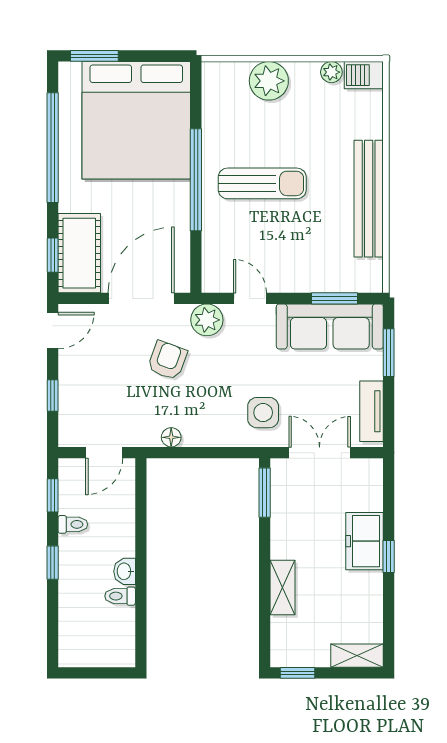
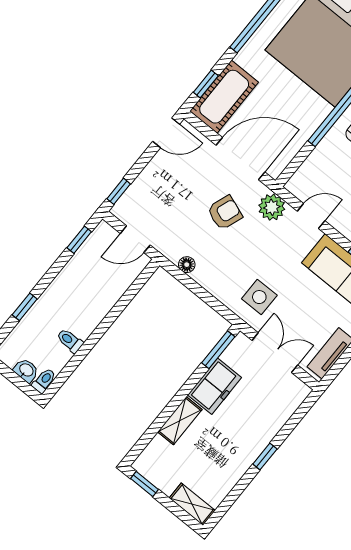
door: (250, 298) -> (311, 216), hinge flipped
window: (53, 396) -> (119, 191), moved
toilet: (73, 524) -> (44, 381), moved, turned -90
freezer: (365, 541) -> (215, 386), moved, turned 180
window: (53, 563) -> (25, 307), moved
washbasin: (125, 571) -> (26, 370), moved, turned 90

